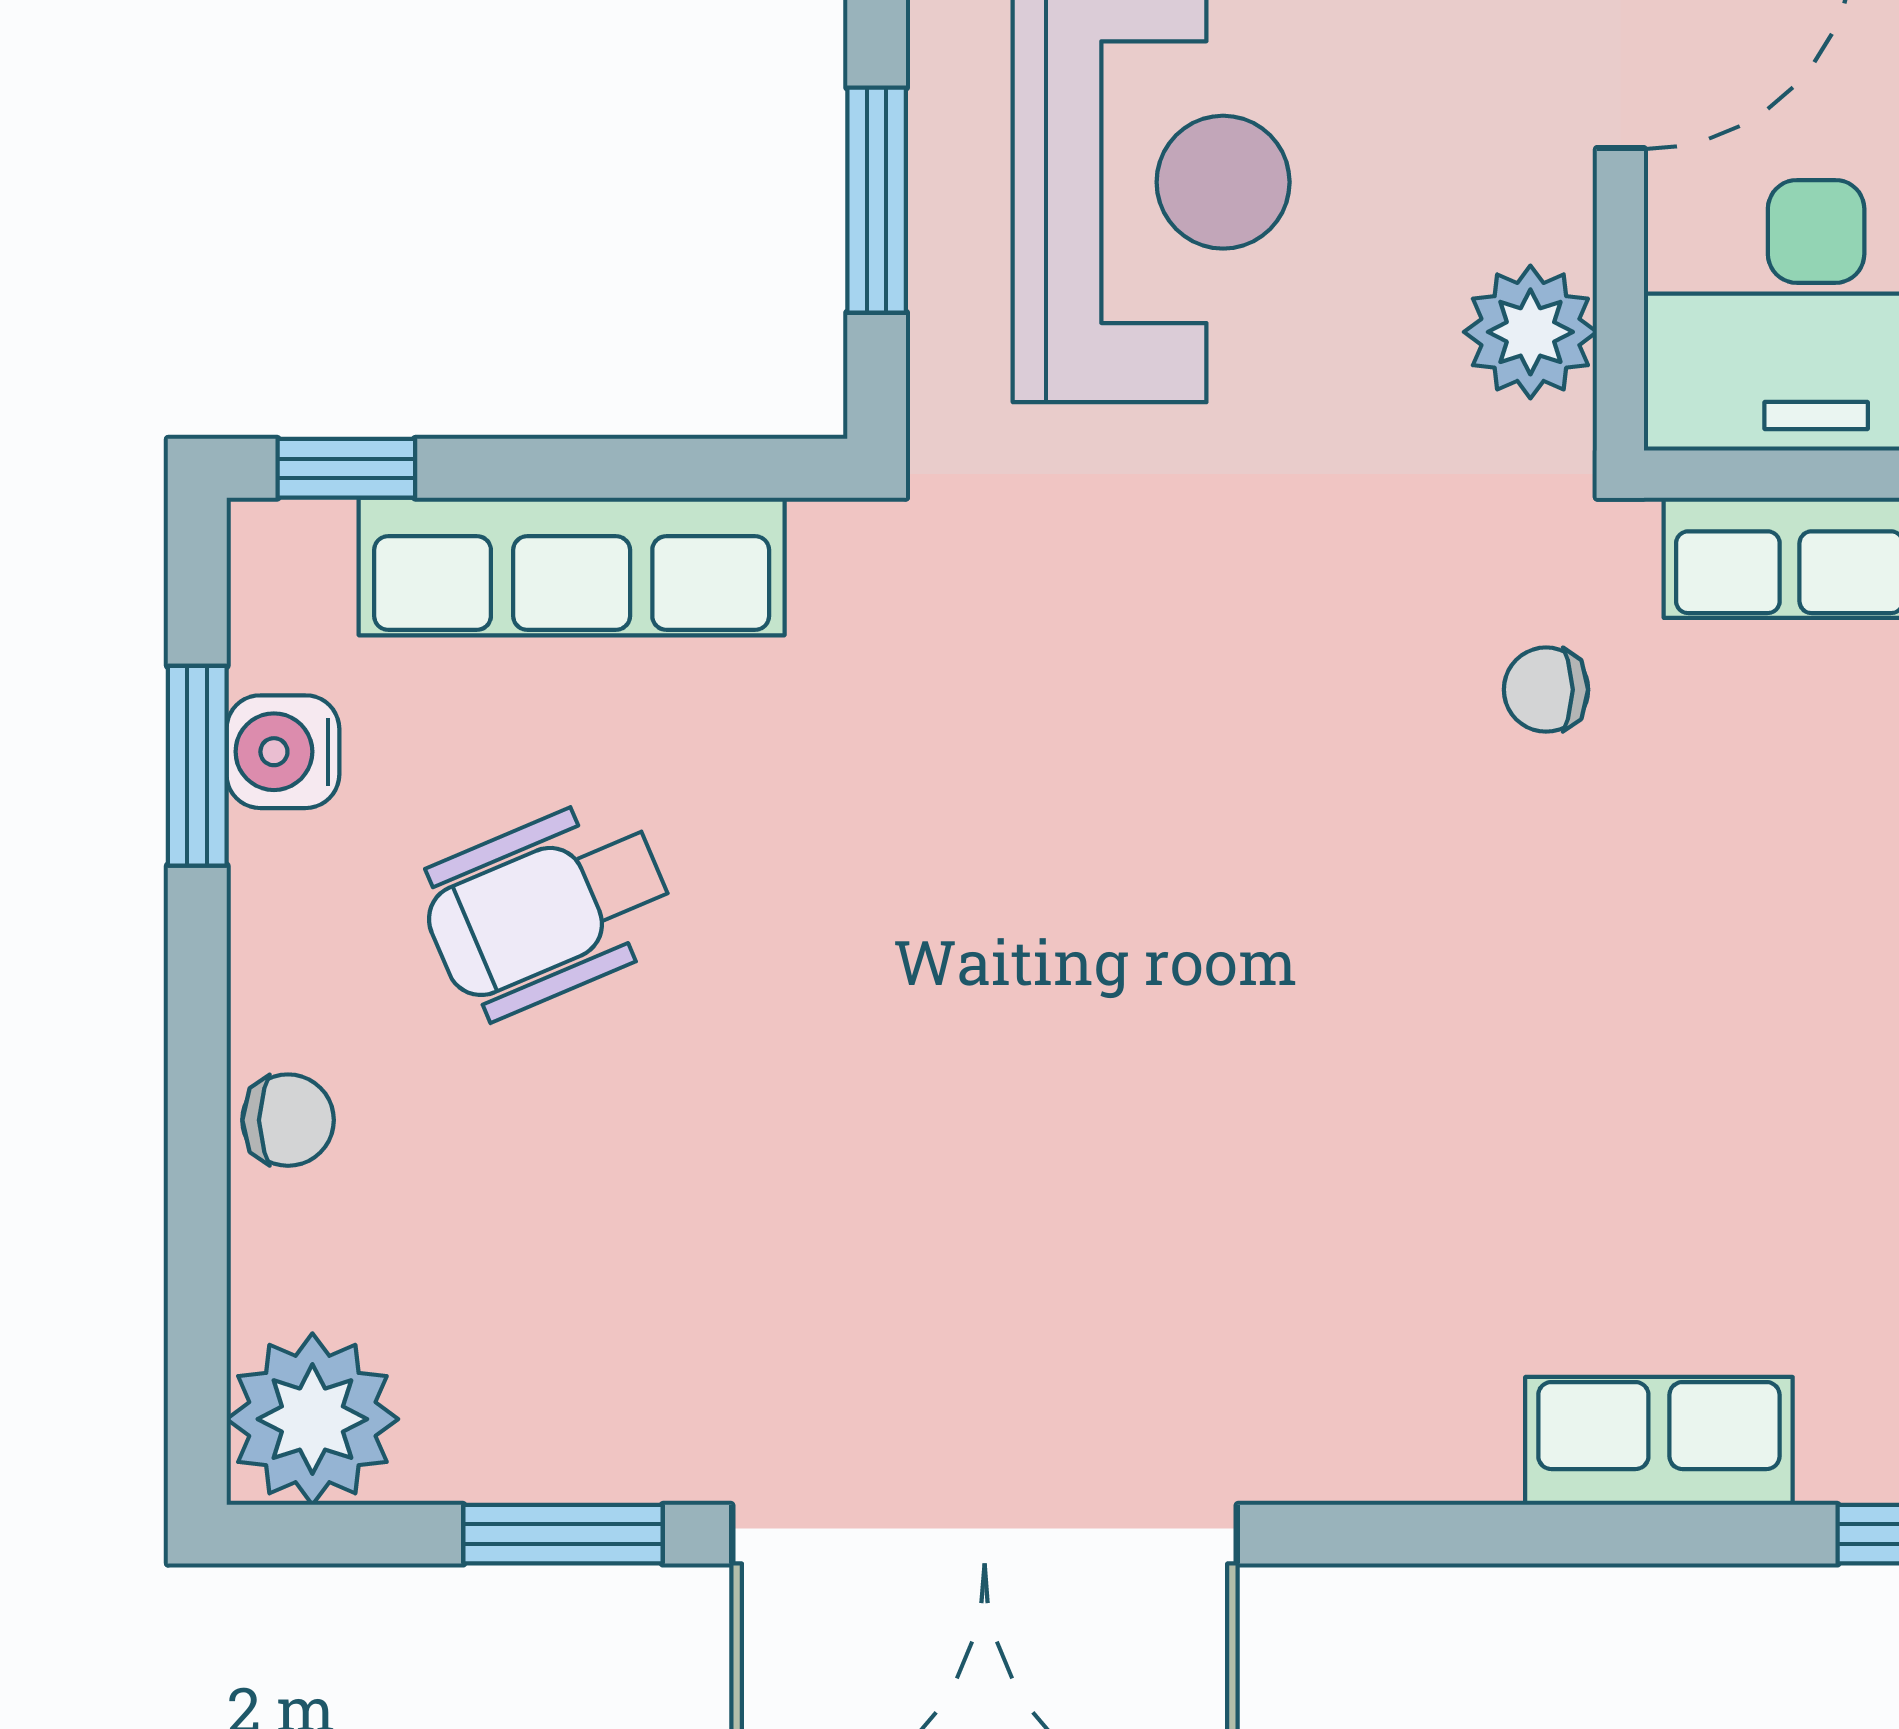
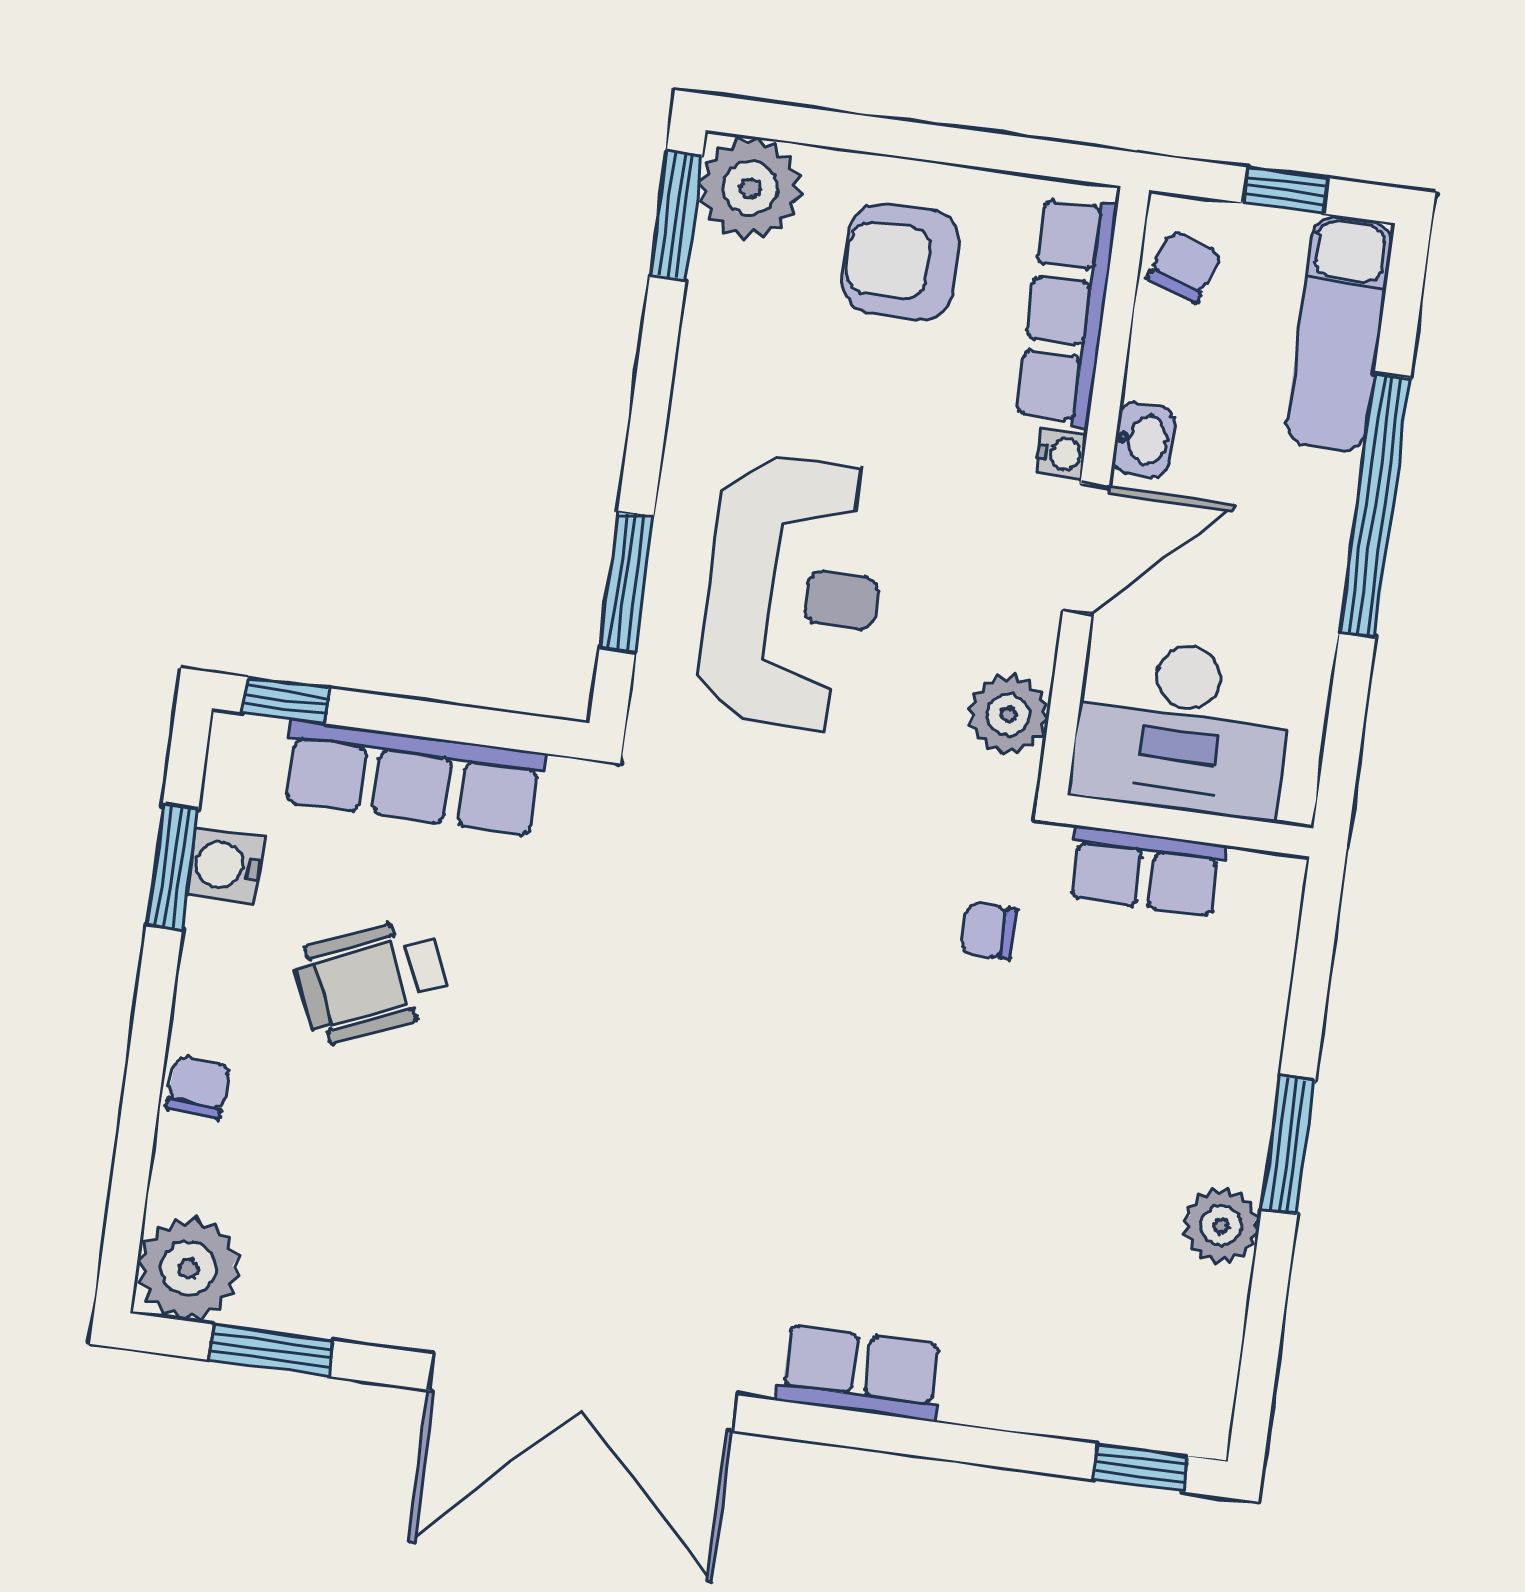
chair: (288, 1120) -> (198, 1087), turned -85
row of seats: (1659, 1441) -> (860, 1373), moved
window: (563, 1534) -> (271, 1350), moved

